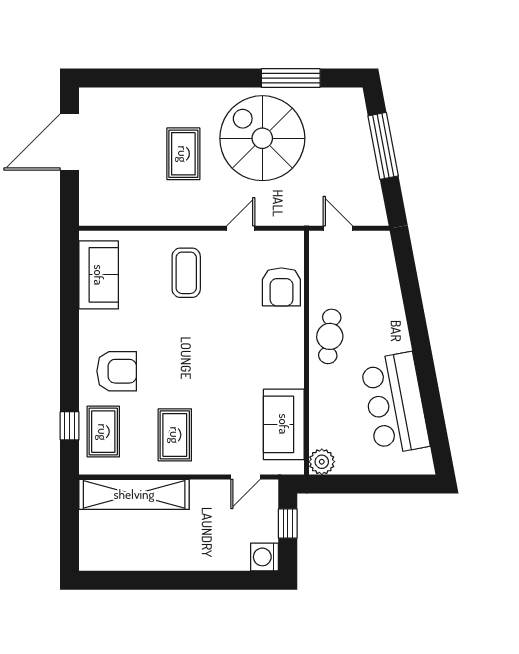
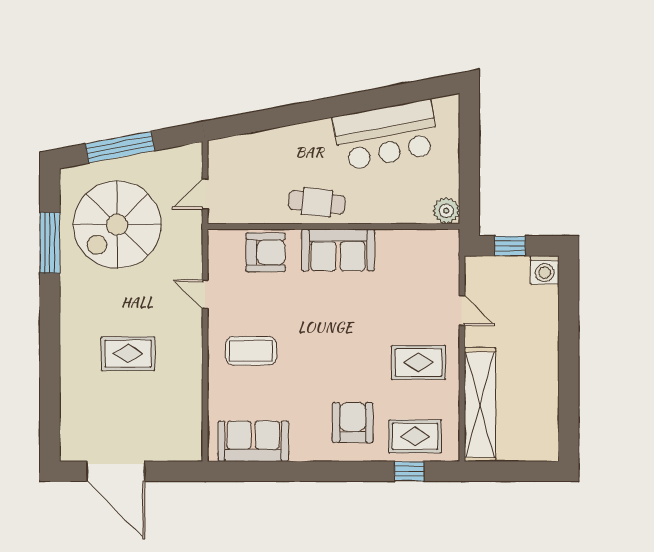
spiral stairs: (262, 138) -> (117, 225), moved
sofa: (284, 424) -> (338, 250), moved
door: (245, 477) -> (462, 311), moved

